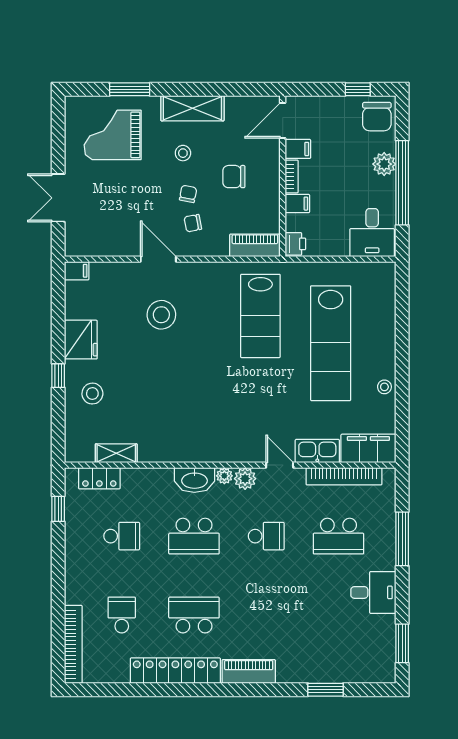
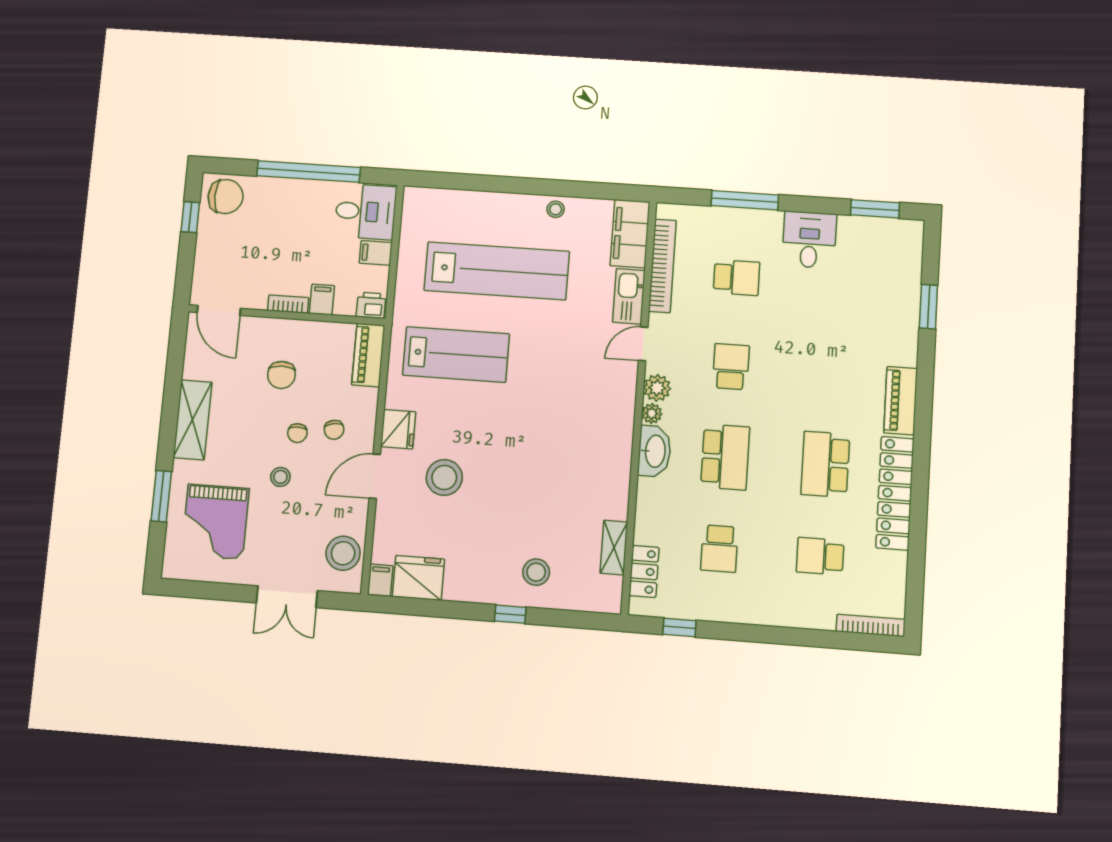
filing cabinet: (298, 149) -> (376, 253), moved, turned -90
stool: (183, 153) -> (280, 477), moved
plant: (384, 164) -> (284, 192), removed
chair: (188, 194) -> (297, 433), turned -101
stool: (96, 239) -> (343, 553), added
fridge: (197, 275) -> (398, 429), added
fridge: (81, 340) -> (418, 578), moved
school desk: (122, 536) -> (719, 549), turned 180
school desk: (339, 536) -> (736, 278), width x0.54
bookcase: (73, 644) -> (871, 625), width x0.68, depth x0.76

